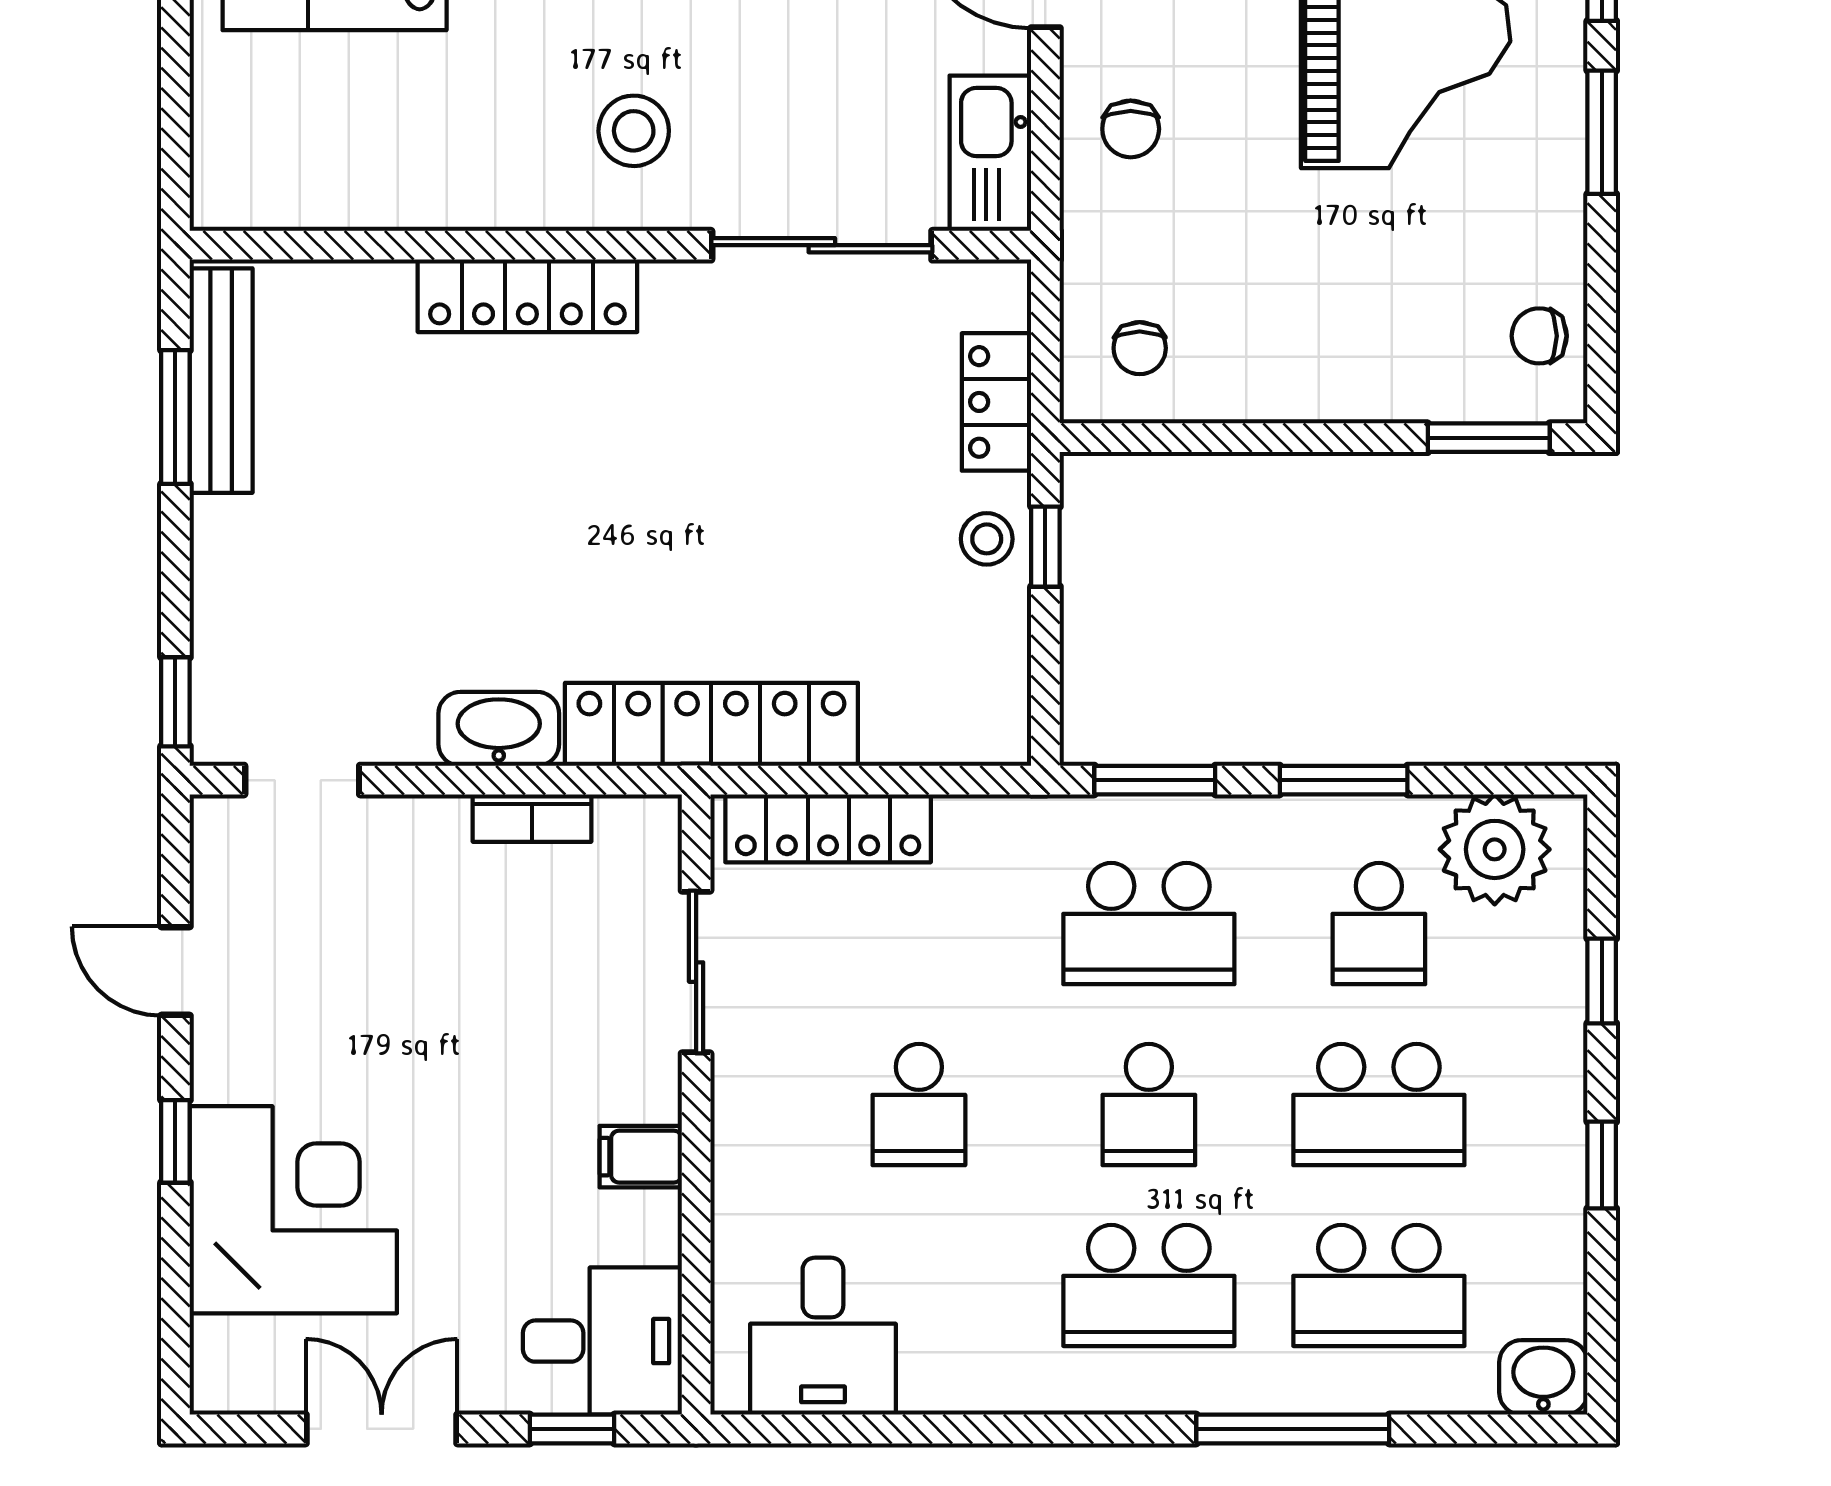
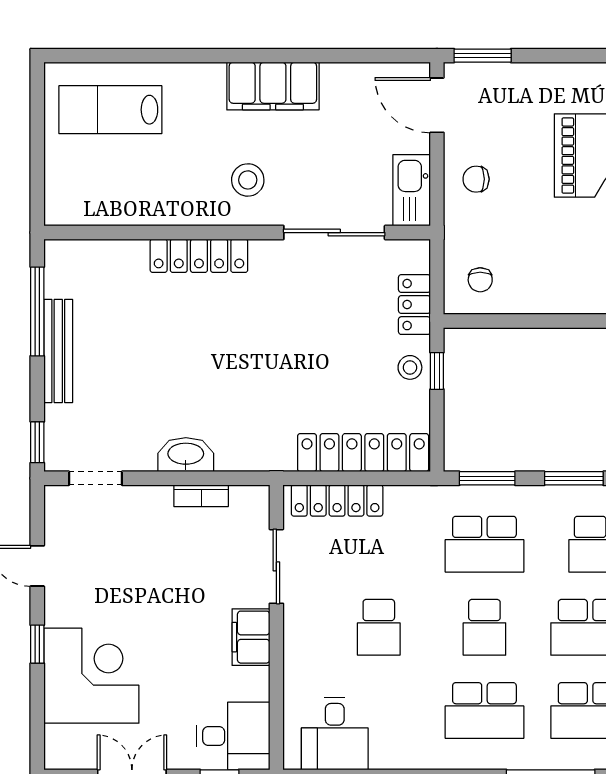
chair: (1131, 129) -> (476, 179), turned 90
bench: (221, 381) -> (58, 351), moved
window: (175, 417) -> (37, 311), width x1.44
locker: (711, 724) -> (363, 453), moved
filing cabinet: (641, 1157) -> (251, 637), width x2.00

